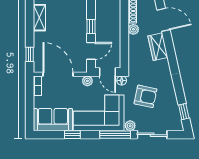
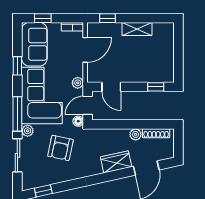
shelving: (39, 18) -> (137, 29), moved
window: (91, 27) -> (156, 87), moved
door: (58, 74) -> (85, 50), width x0.73
window: (30, 112) -> (43, 18), added

